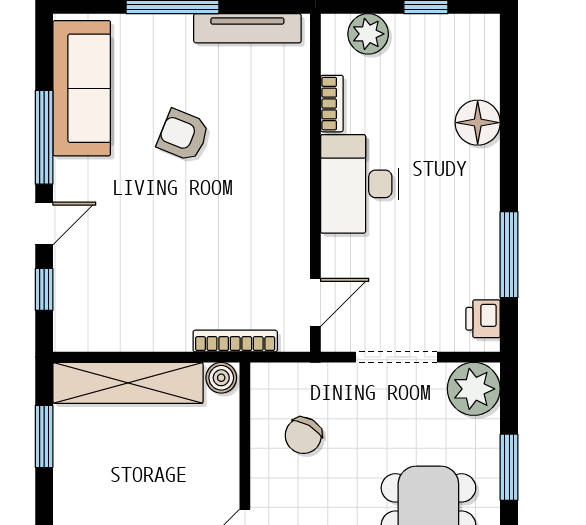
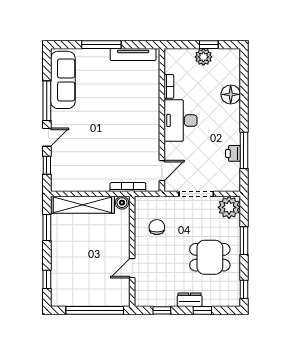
plant: (368, 34) -> (203, 57), moved
armchair: (183, 135) -> (106, 100), removed
printer: (483, 319) -> (233, 153), moved
chair: (303, 435) -> (157, 227), turned 150

